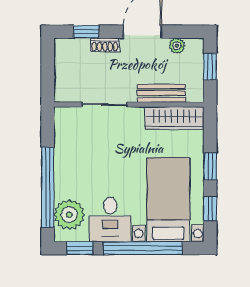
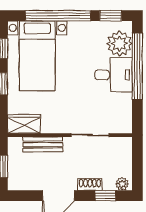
plant: (177, 46) -> (122, 184), moved
wardrobe: (174, 118) -> (24, 124), width x0.67
desk: (110, 219) -> (114, 75), moved, turned 90

